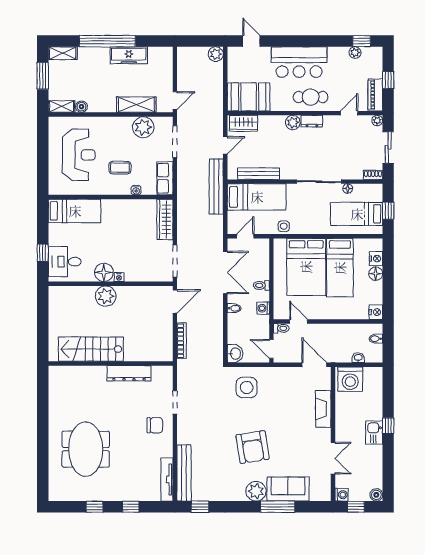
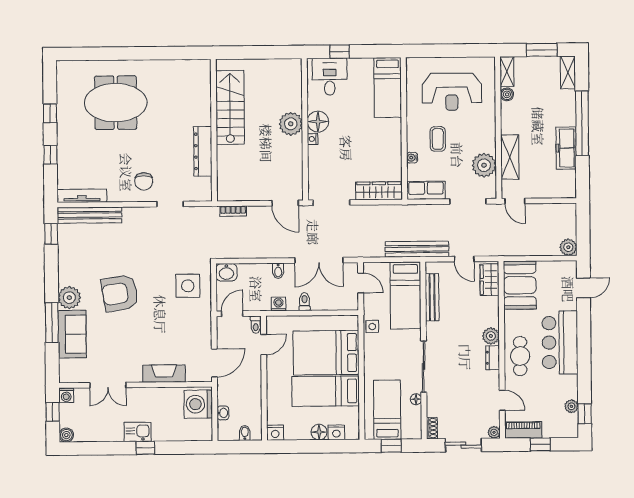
bookcase: (182, 341) -> (233, 211), width x0.64

